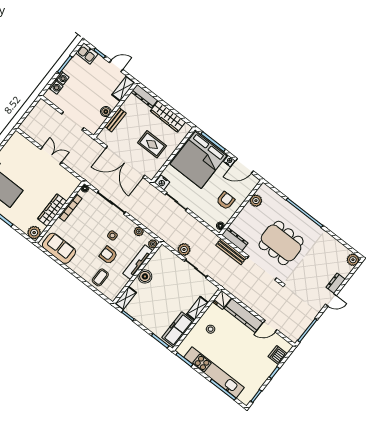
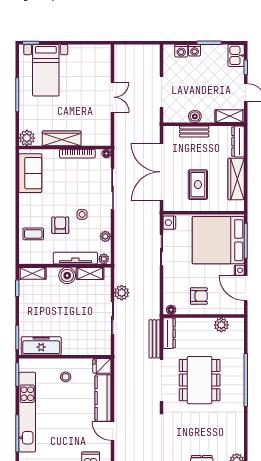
shelving: (198, 308) -> (90, 273), moved

